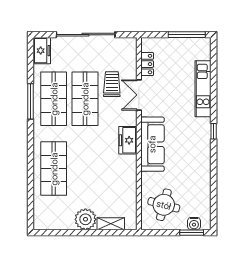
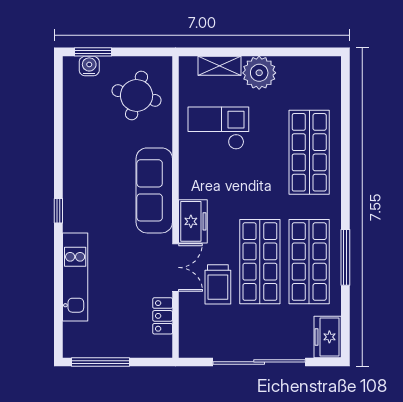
freezer: (128, 140) -> (193, 221), moved
checkout: (111, 184) -> (218, 128), added

